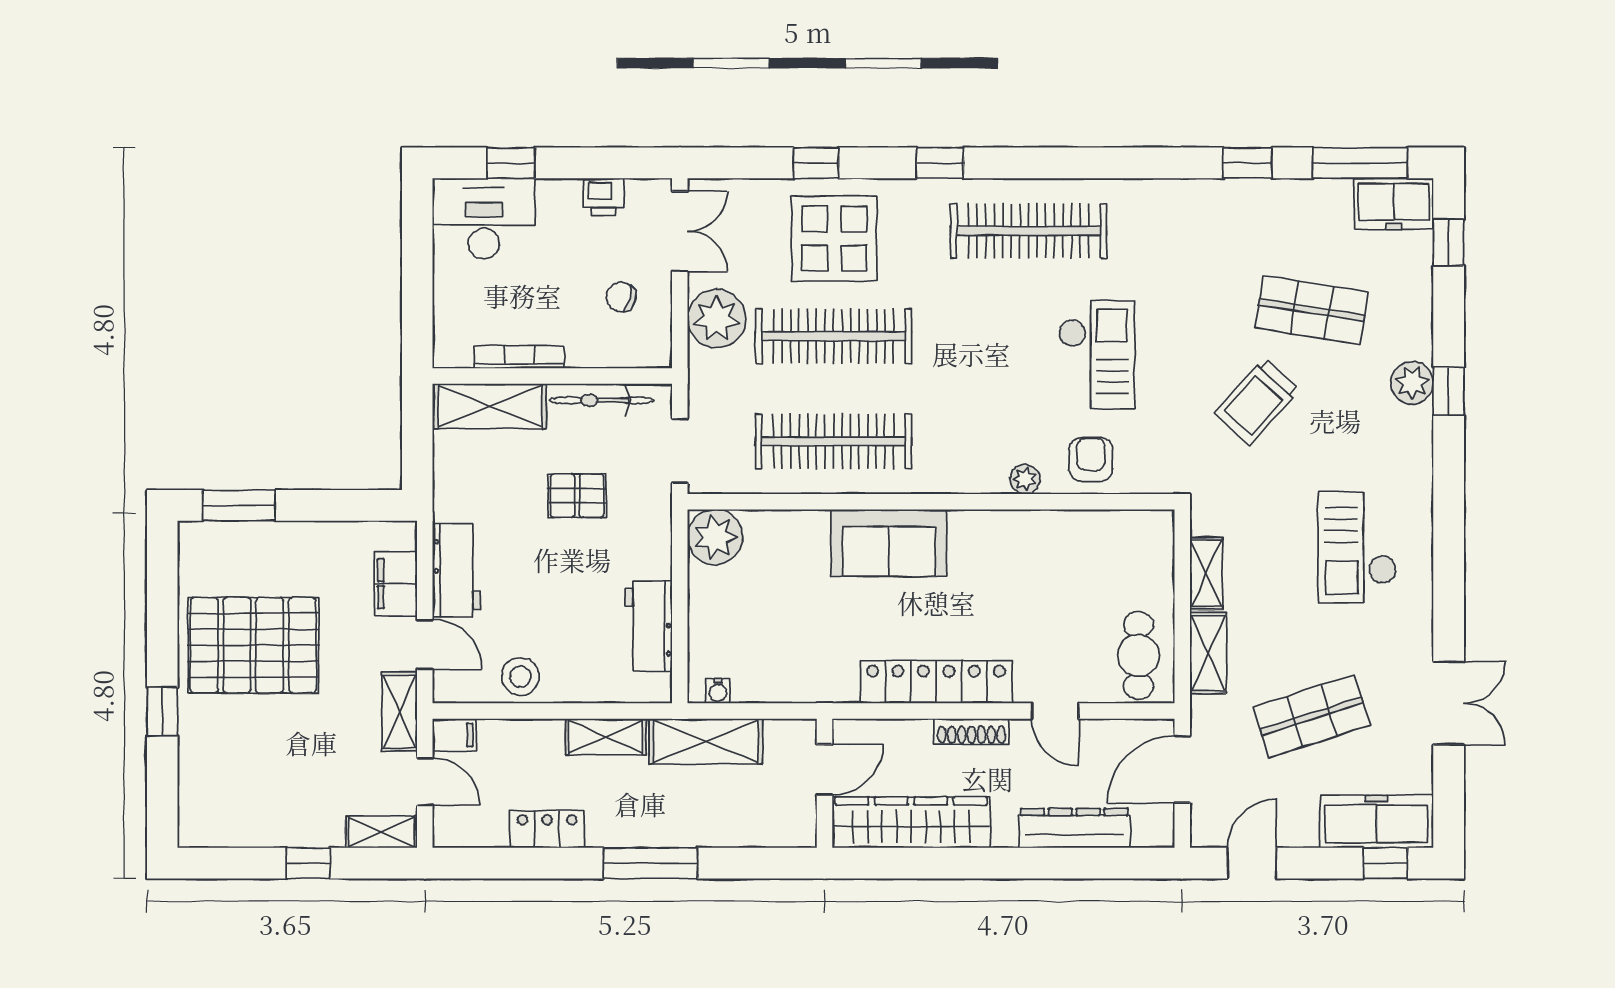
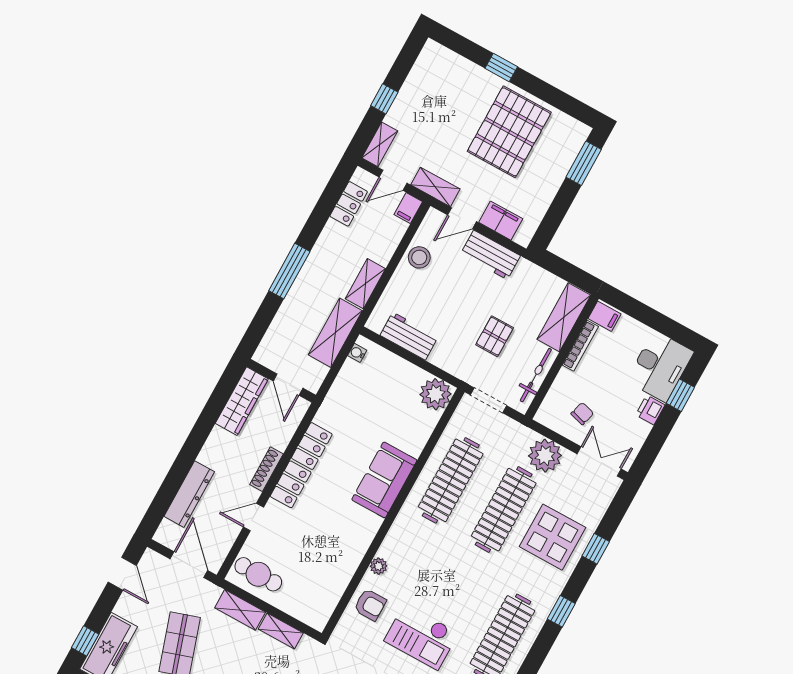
printer: (603, 197) -> (650, 410), moved
double door: (680, 231) -> (599, 461), swing flipped
filing cabinet: (454, 345) -> (605, 316), added
wardrobe: (911, 822) -> (242, 401), width x0.71, depth x0.85
locker: (547, 829) -> (349, 204), moved

